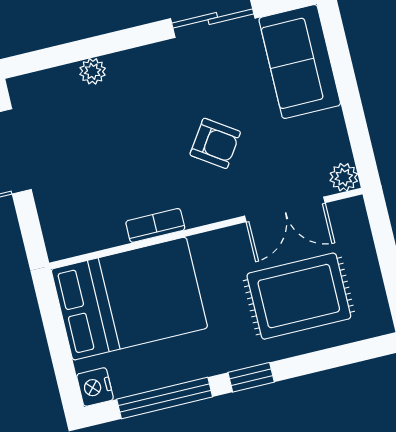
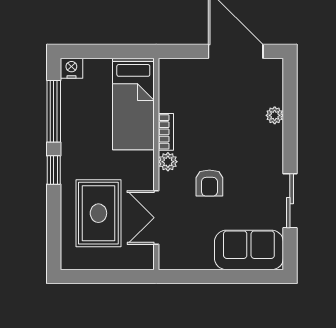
armchair: (215, 143) -> (209, 183), turned -34
plant: (344, 177) -> (168, 162), moved
bed: (129, 299) -> (133, 104), width x0.67

